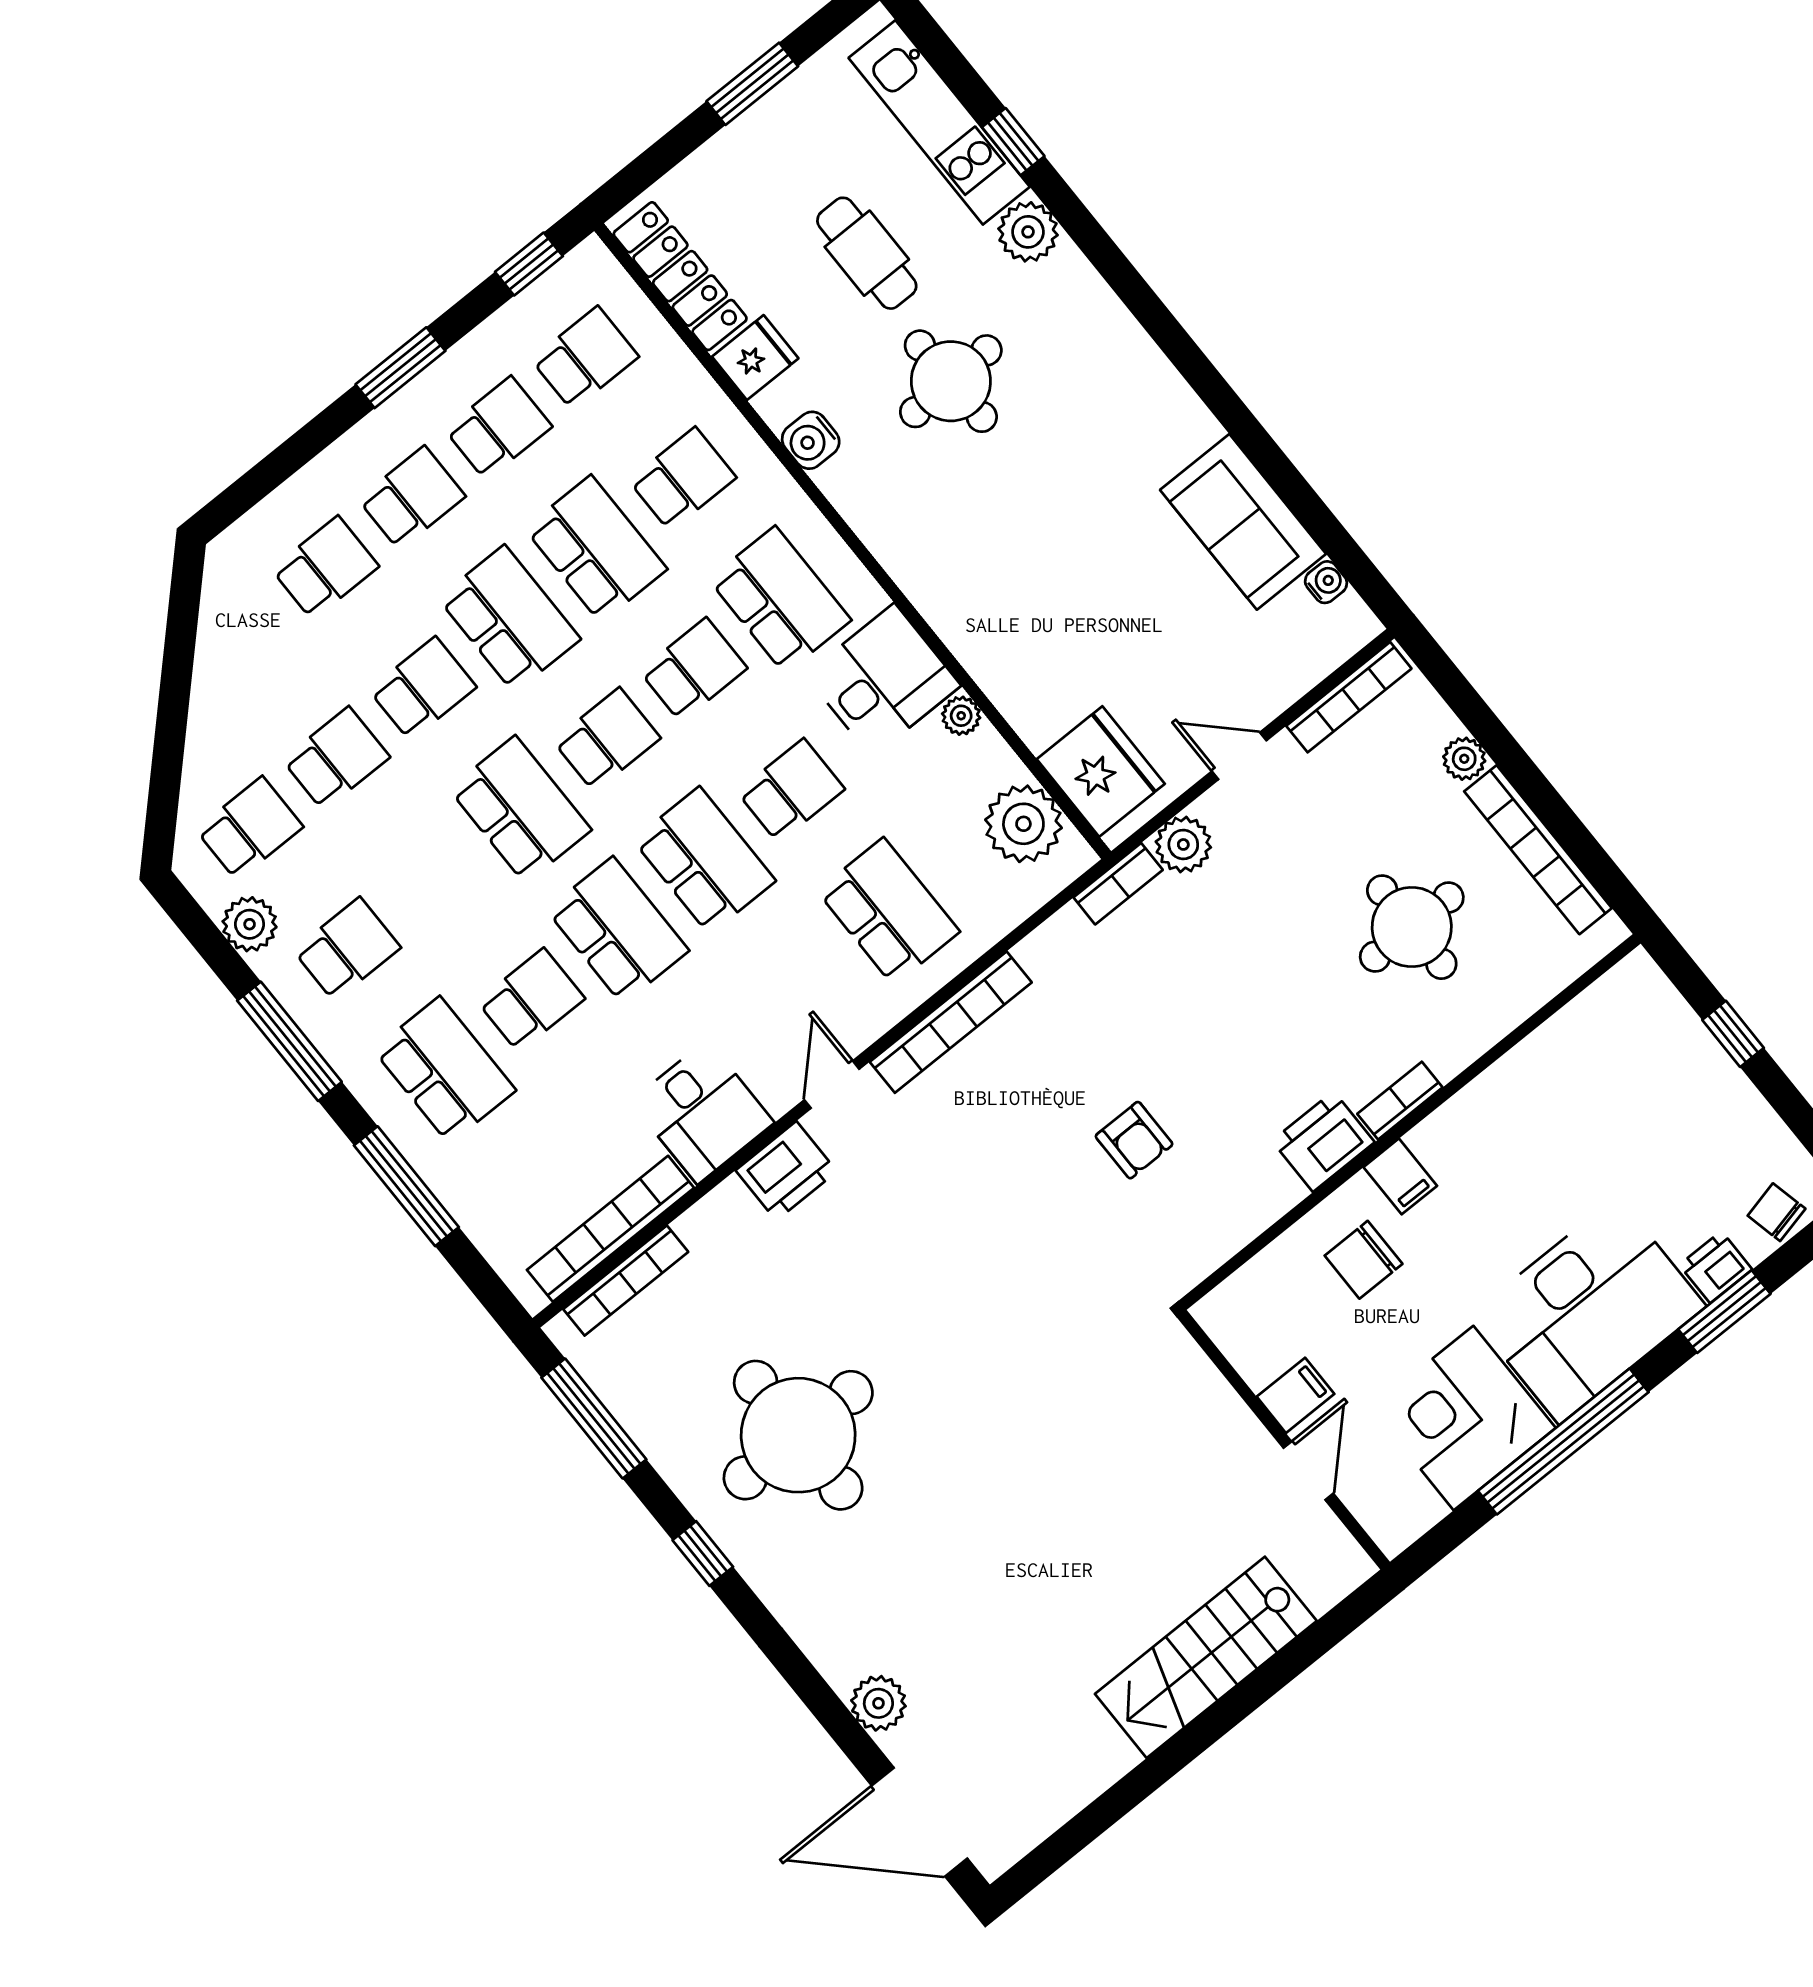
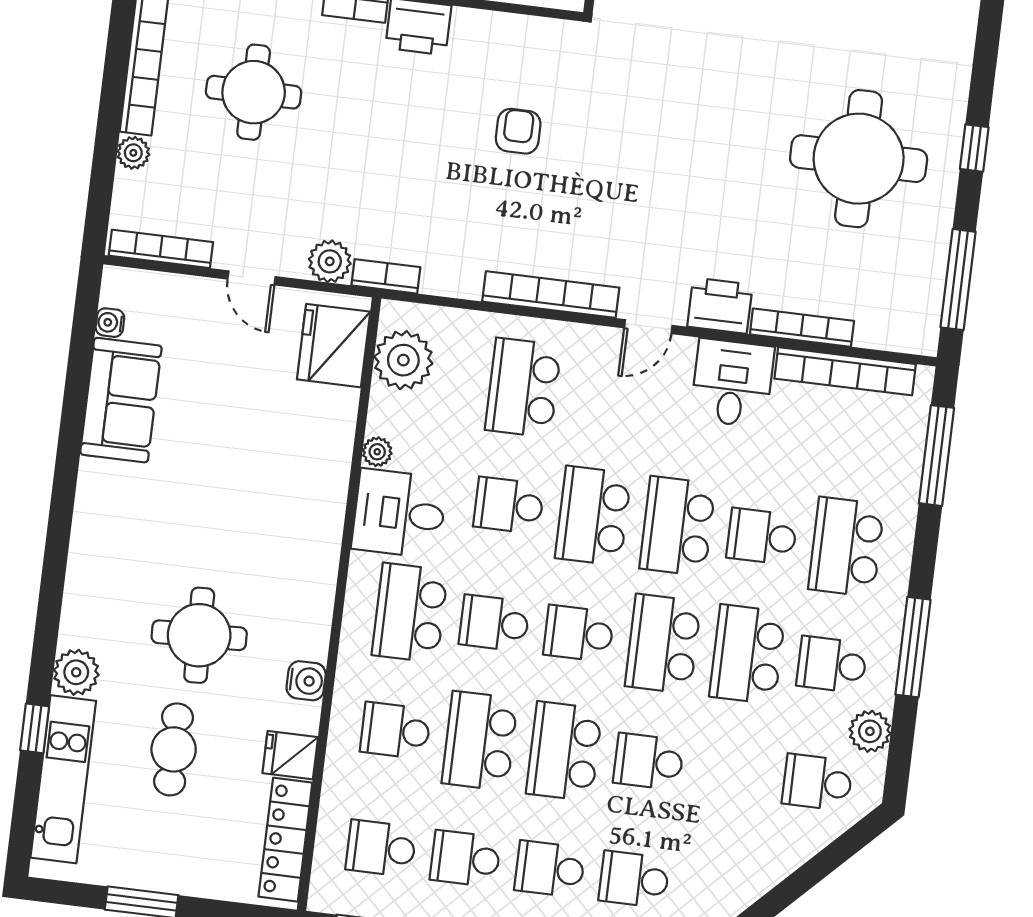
school desk: (336, 758) -> (747, 654), moved, width x1.85
window: (406, 1186) -> (936, 456), moved
bookcase: (626, 1281) -> (802, 328), moved

